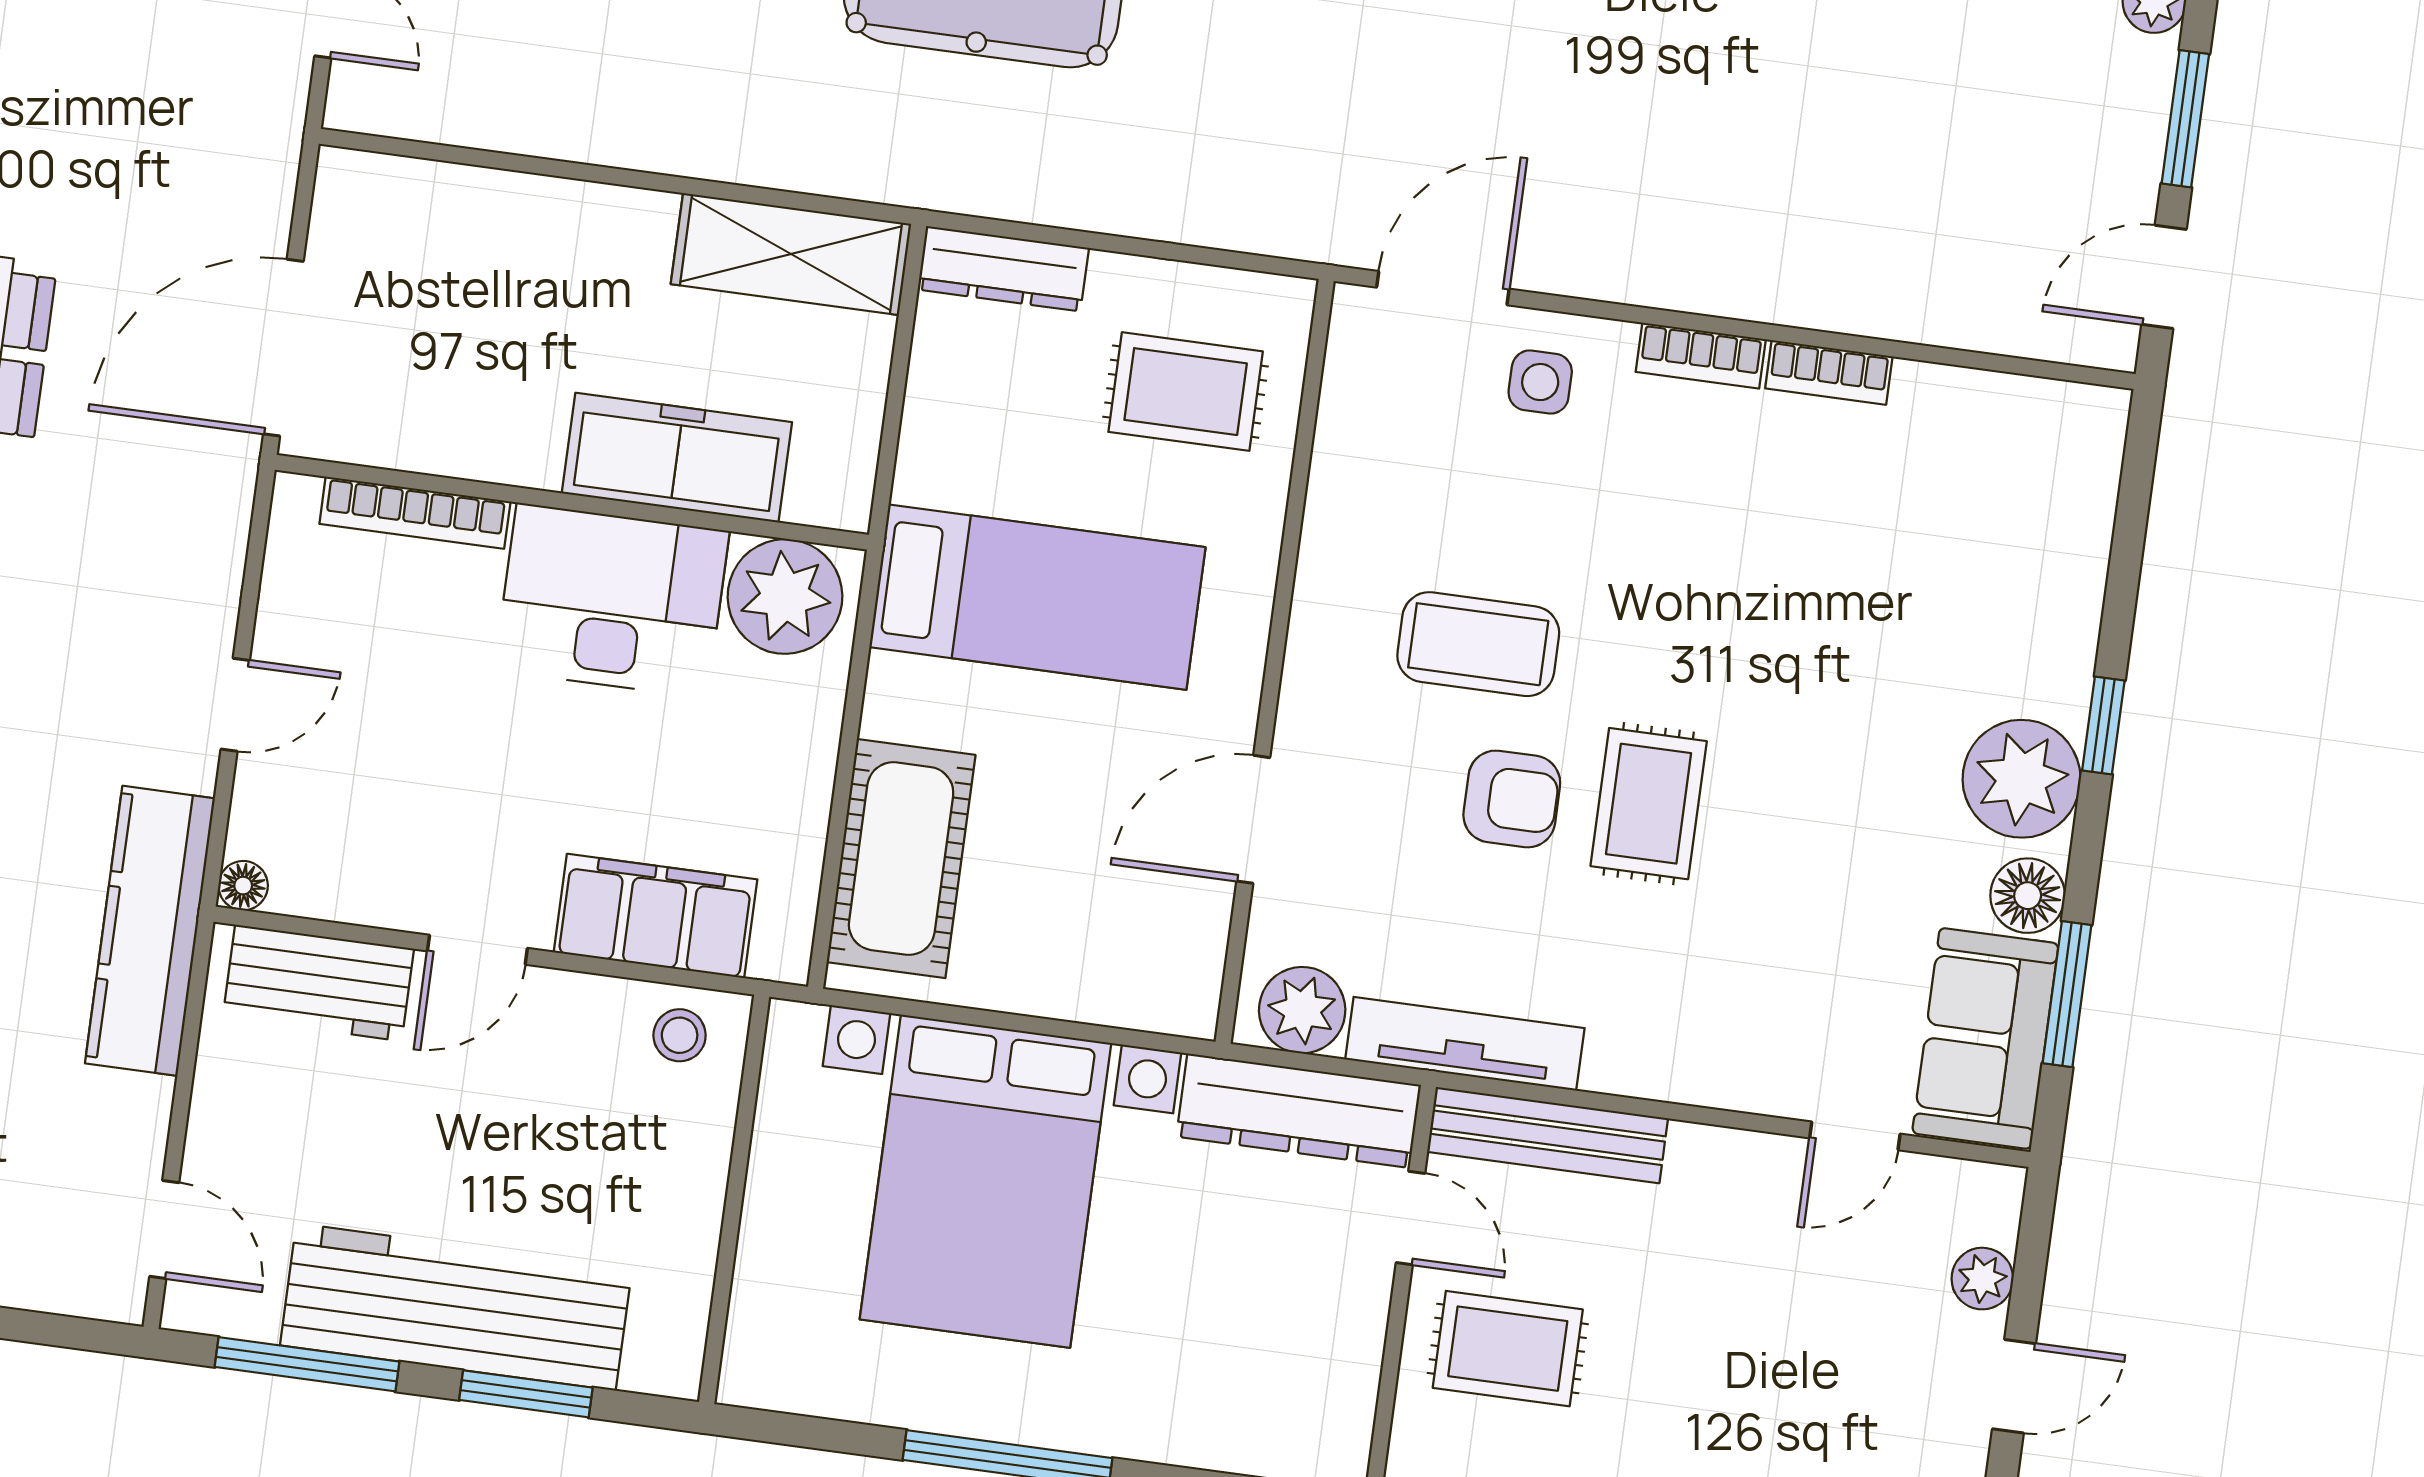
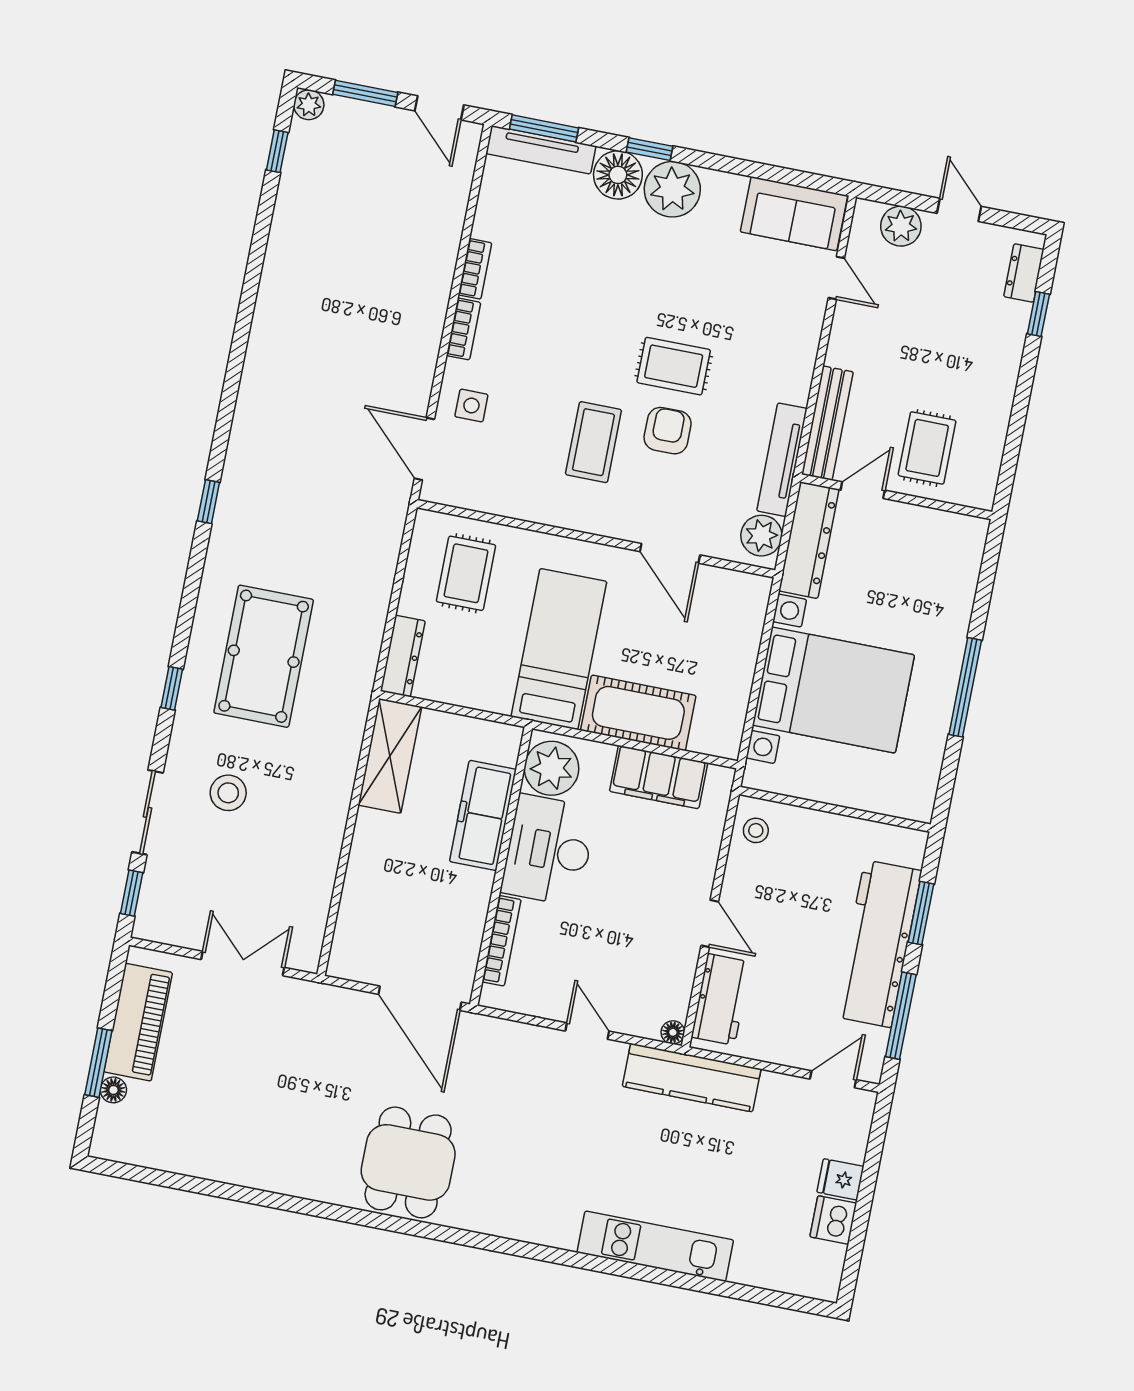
tv unit: (2088, 497) -> (541, 150), added
cot: (901, 859) -> (638, 713), moved
floor lamp: (2028, 896) -> (618, 175), moved, width x1.38, depth x1.38
filing cabinet: (656, 916) -> (659, 777), moved, turned -90
window: (2067, 994) -> (544, 128), moved
plant: (1982, 1279) -> (901, 226), width x1.38, depth x1.38

